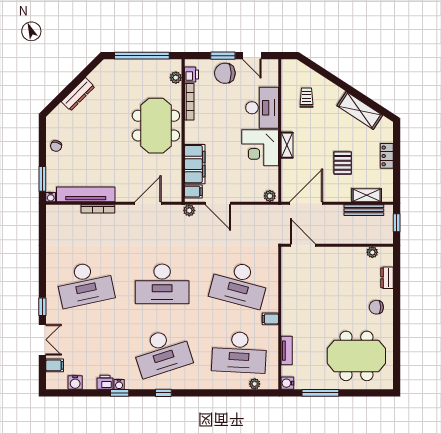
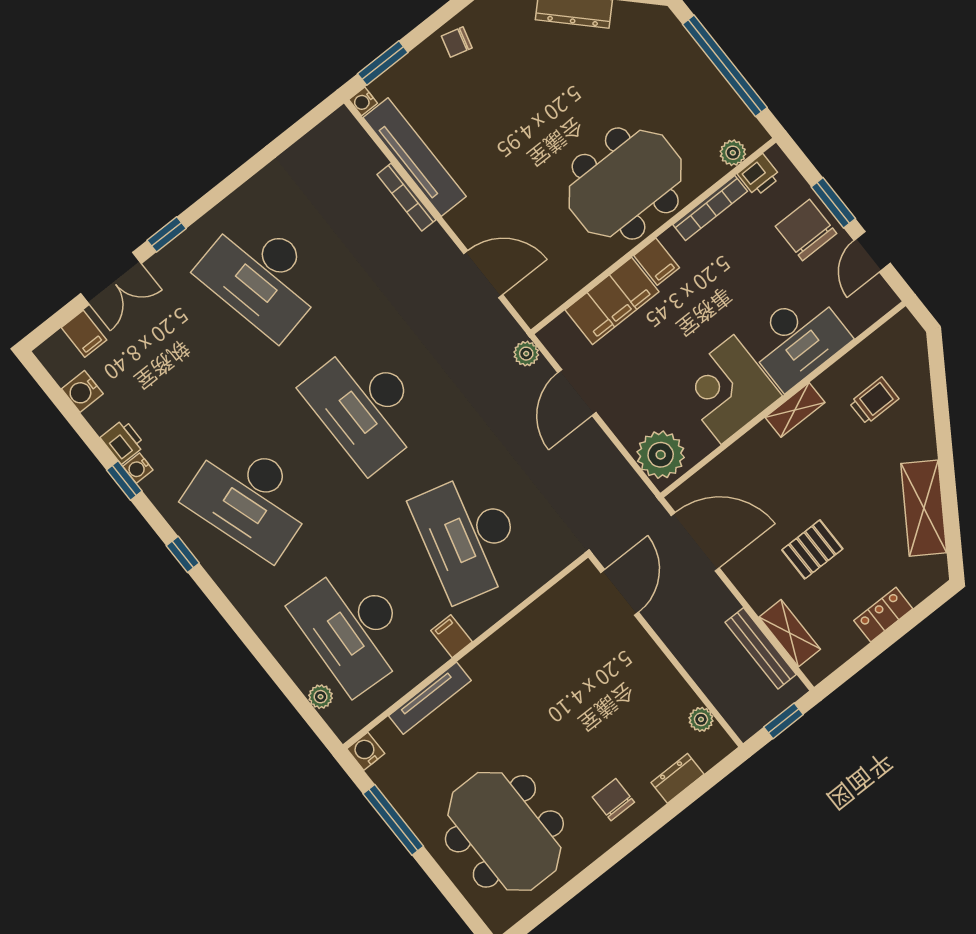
shelving: (287, 145) -> (795, 410), moved
filing cabinet: (193, 192) -> (657, 262), moved
plant: (270, 196) -> (661, 455), width x1.87, depth x1.87
tv unit: (287, 351) -> (430, 698), width x1.41

